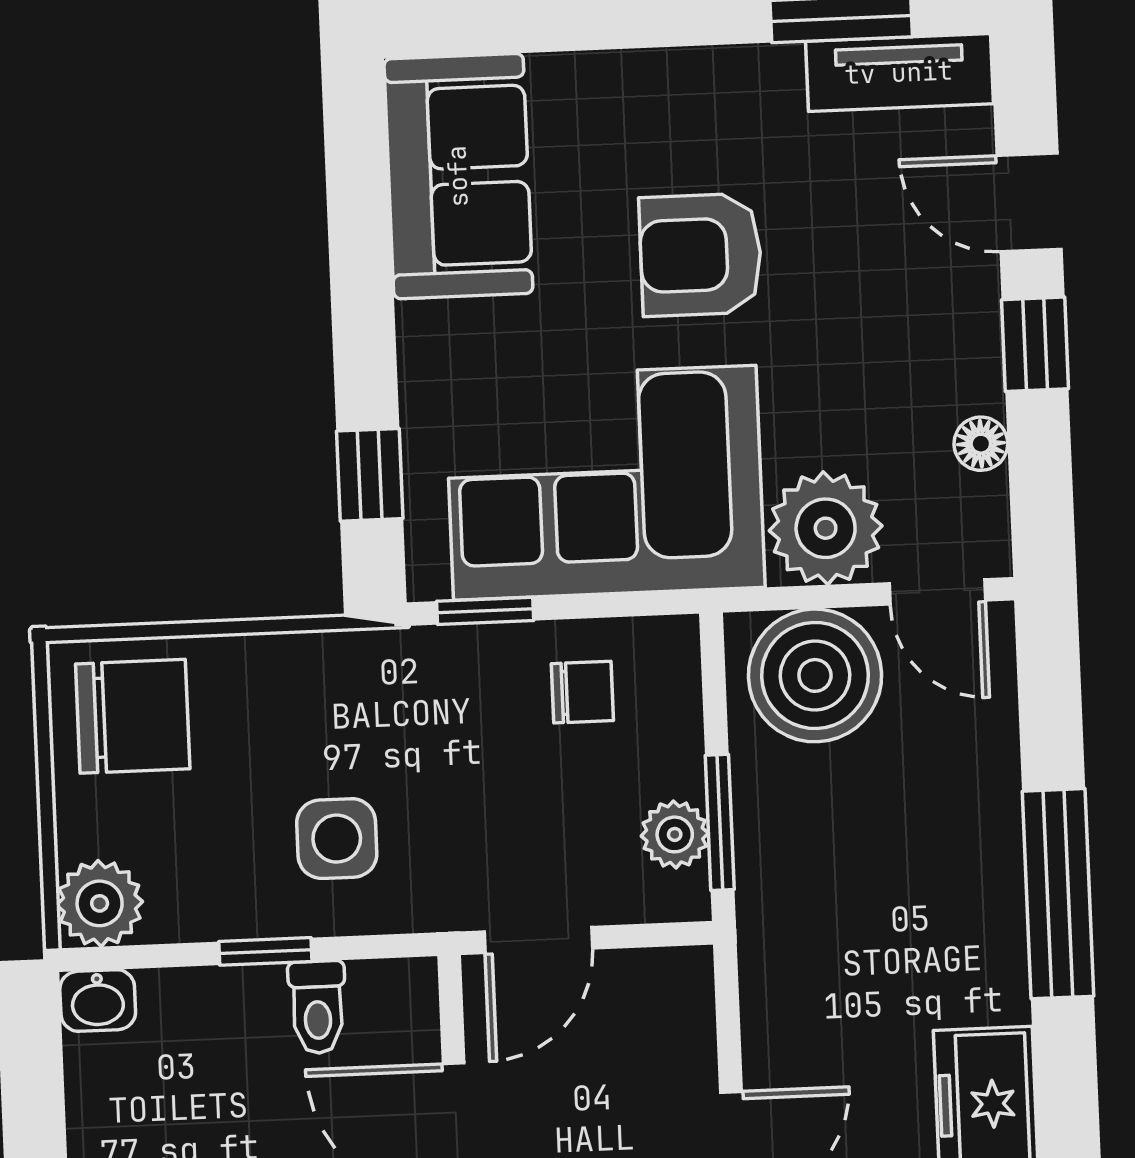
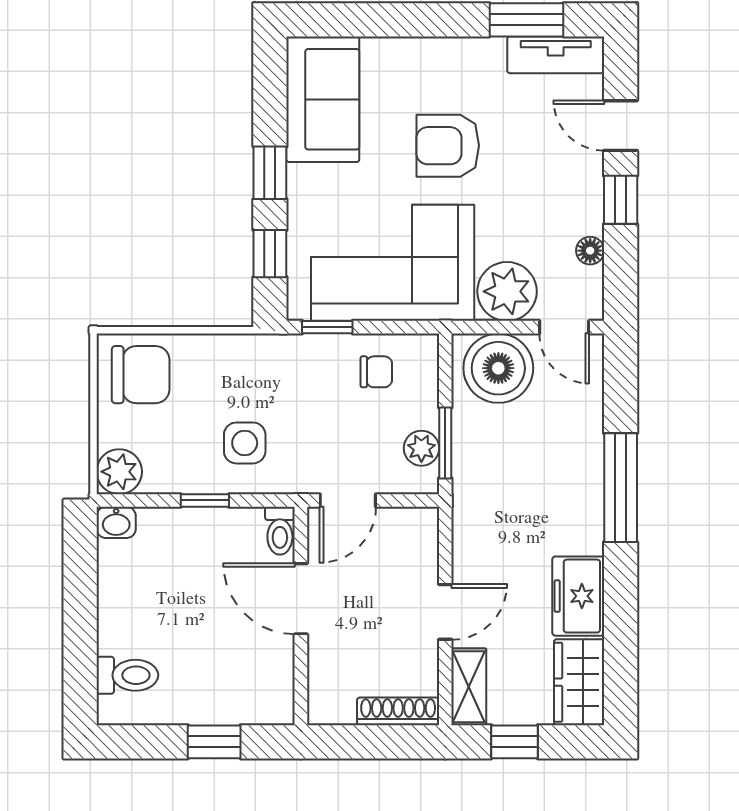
window: (363, 321) -> (270, 173), added
toilet: (317, 1007) -> (280, 531), moved

